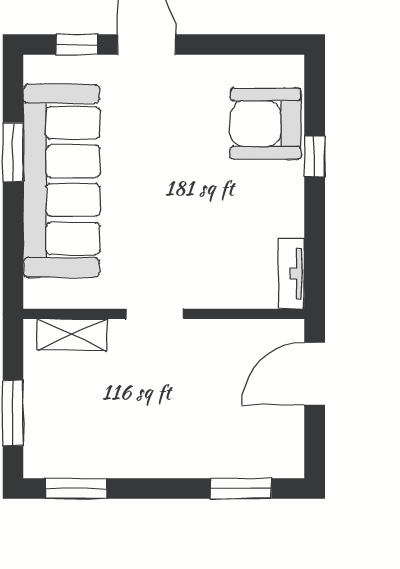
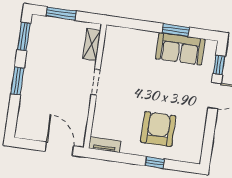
armchair: (266, 124) -> (158, 129), moved
sofa: (61, 181) -> (180, 49), width x0.54, depth x0.79
window: (241, 488) -> (17, 81), moved

